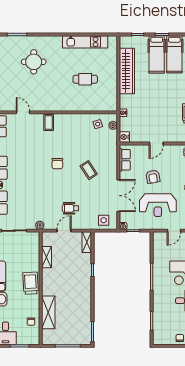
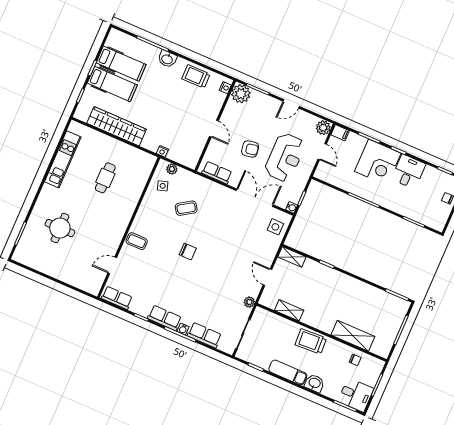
nightstand: (124, 137) -> (191, 162), removed
coffee table: (89, 170) -> (186, 208), moved
wheelchair: (70, 208) -> (245, 259), removed

